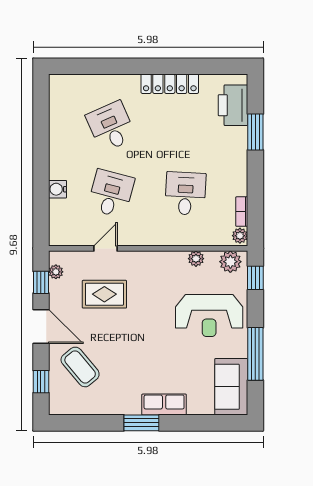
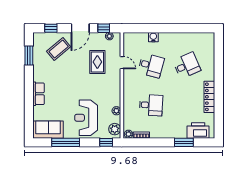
window: (141, 423) -> (29, 56), moved

